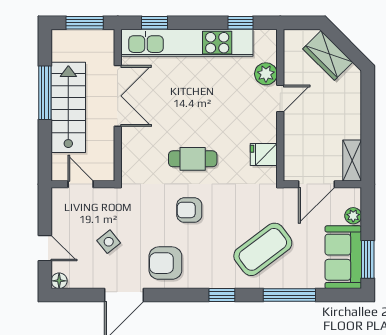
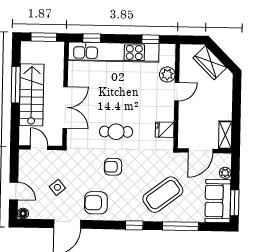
double door: (118, 96) -> (65, 107), moved

